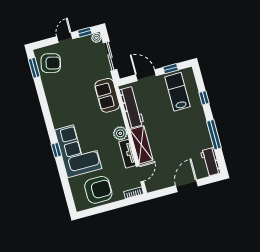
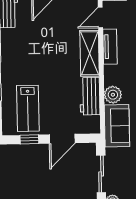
door: (146, 75) -> (62, 139), hinge flipped
workbench: (132, 107) -> (90, 96), width x0.73
plant: (120, 133) -> (113, 95), moved

